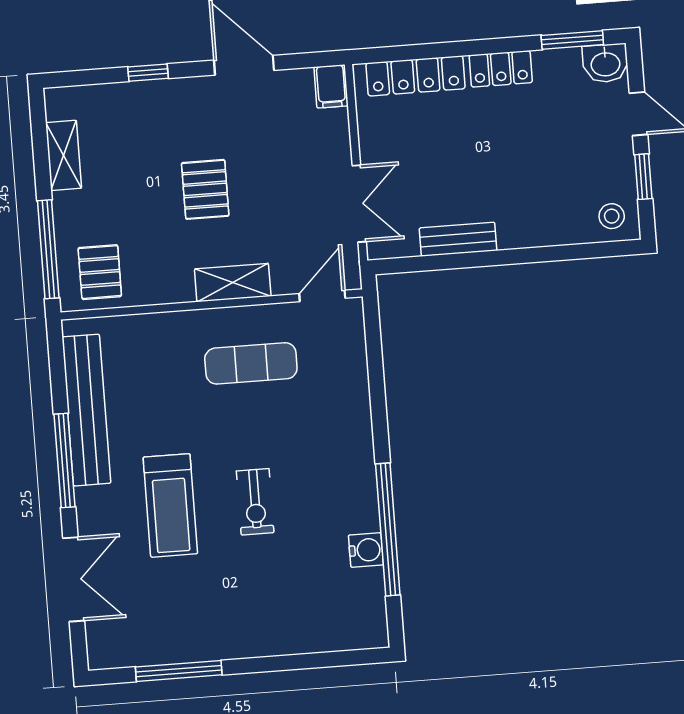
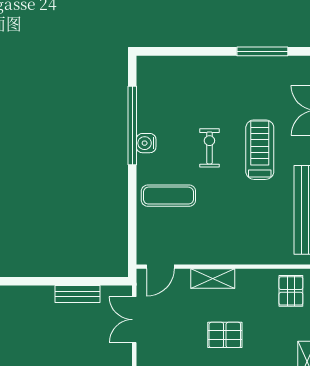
pallet: (205, 189) -> (225, 335), turned 90
exercise mat: (251, 363) -> (168, 196), moved
water cooler: (366, 550) -> (146, 143), moved

